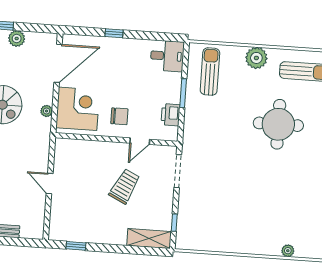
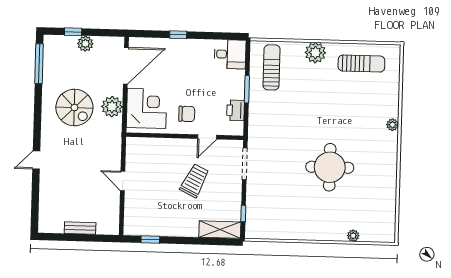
plant: (46, 111) -> (112, 107), width x1.87, depth x1.87
round table: (278, 124) -> (330, 167), moved

